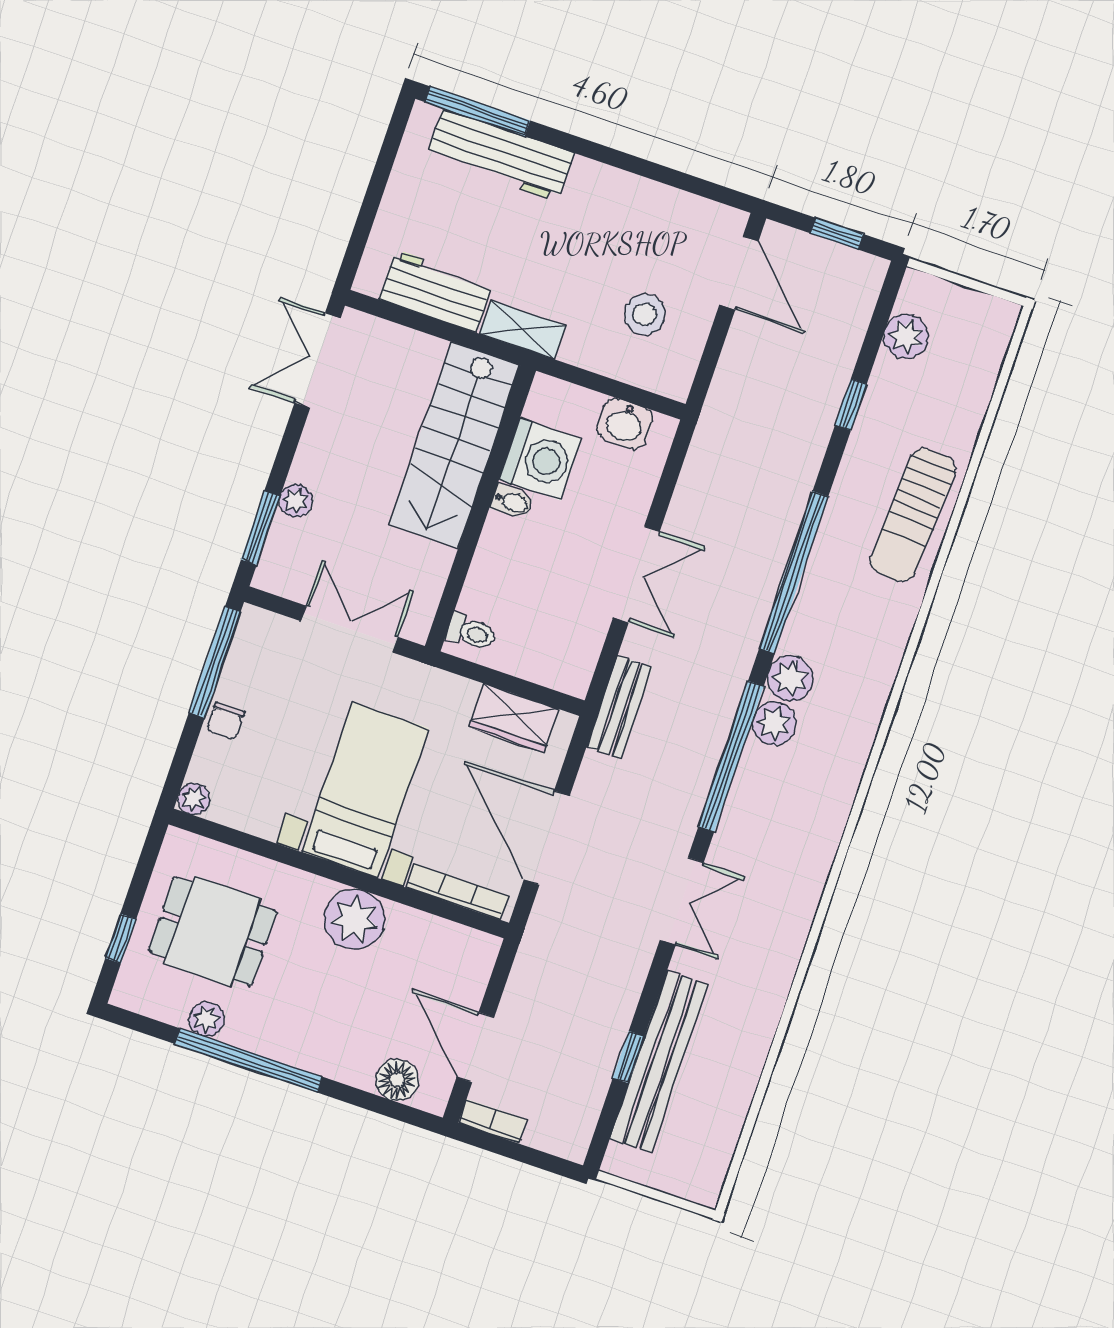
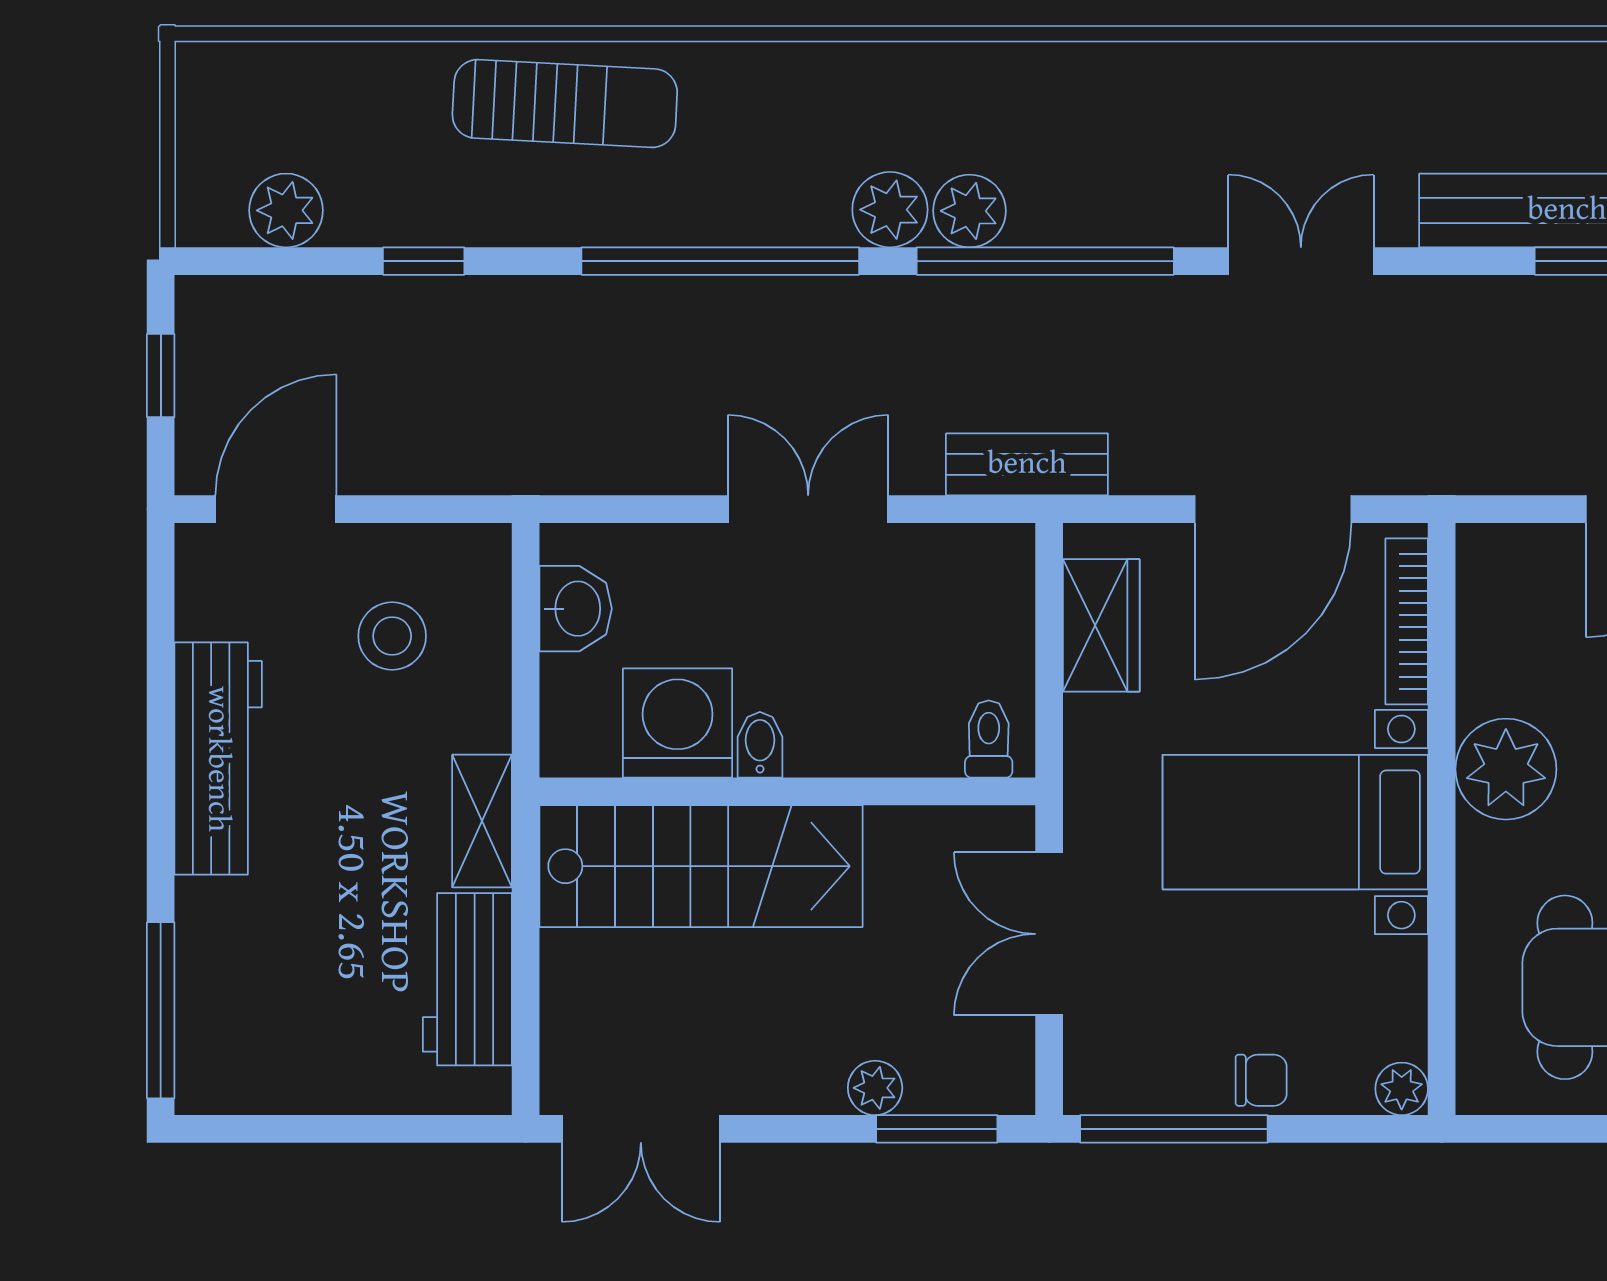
workbench: (500, 155) -> (218, 759), moved

